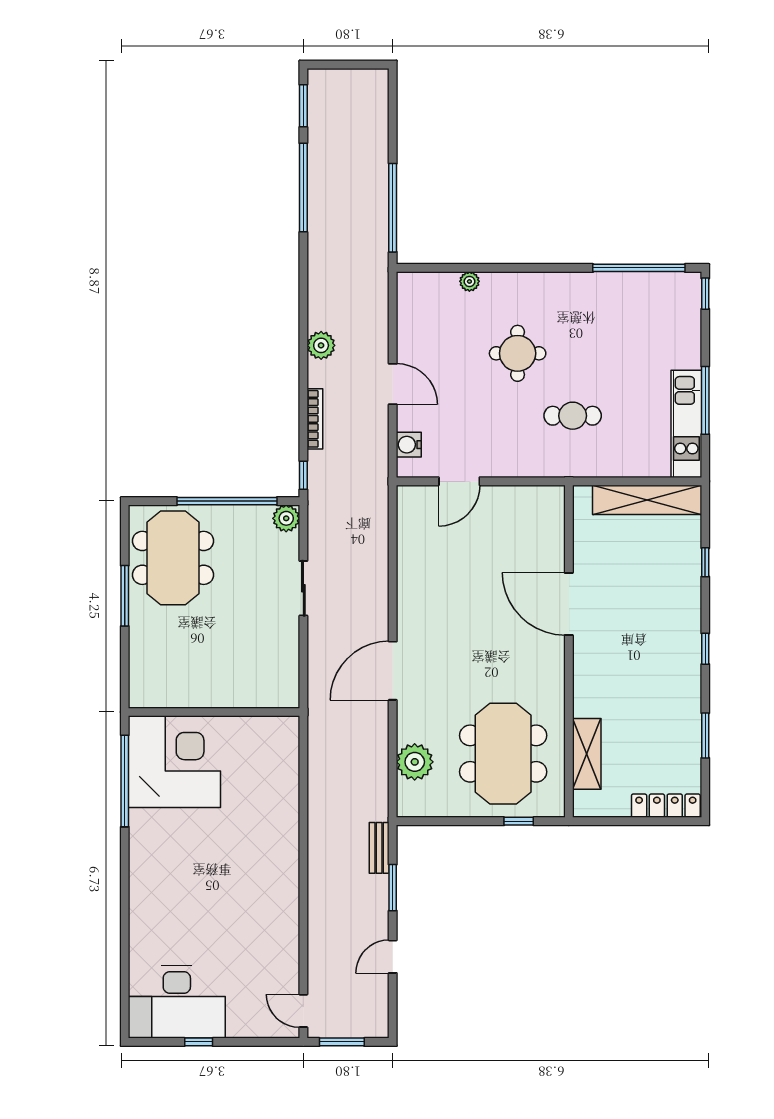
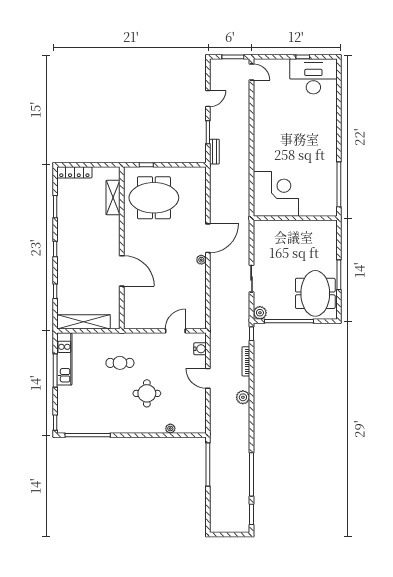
meeting table: (503, 754) -> (154, 198), turned 90
corner desk: (174, 762) -> (276, 194), moved, turned 180
plant: (415, 762) -> (201, 260), moved, width x0.53, depth x0.53

